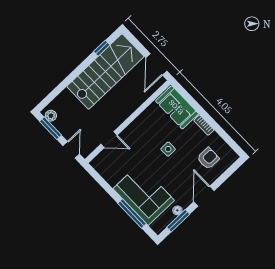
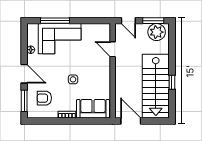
window: (102, 48) -> (172, 82), moved
plant: (51, 116) -> (157, 32), width x1.88, depth x1.88
door: (109, 140) -> (113, 49), hinge flipped
armchair: (208, 158) -> (44, 98), turned 90
window: (178, 221) -> (24, 101), moved

